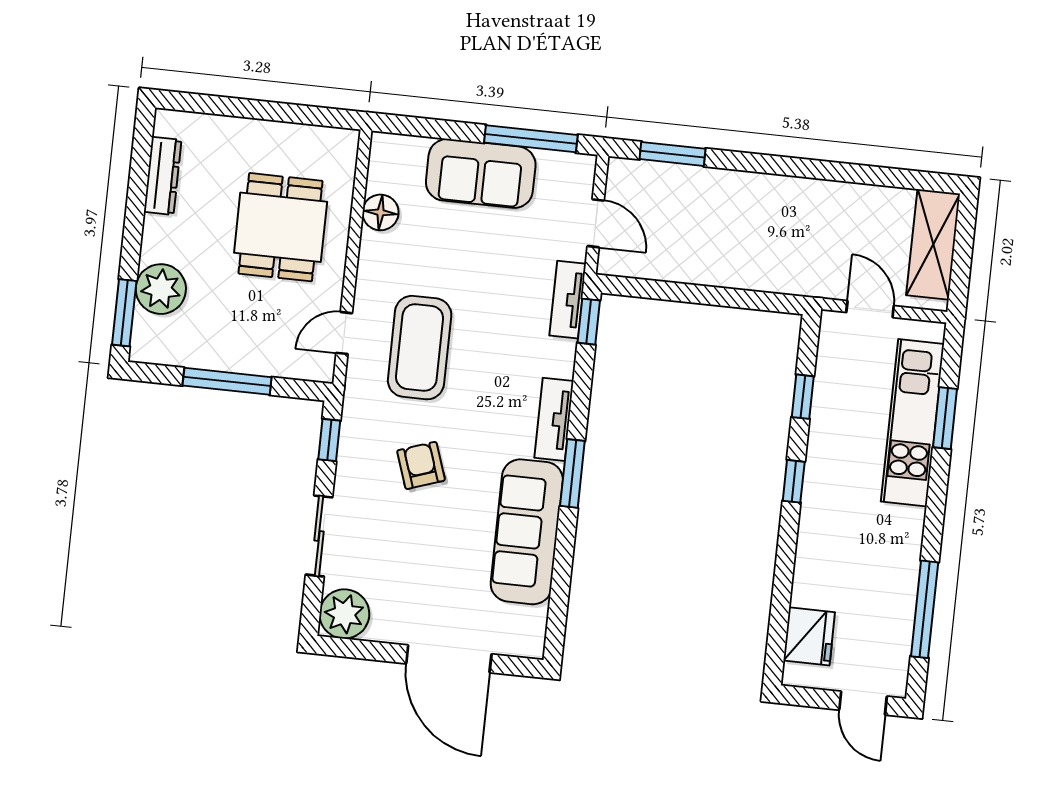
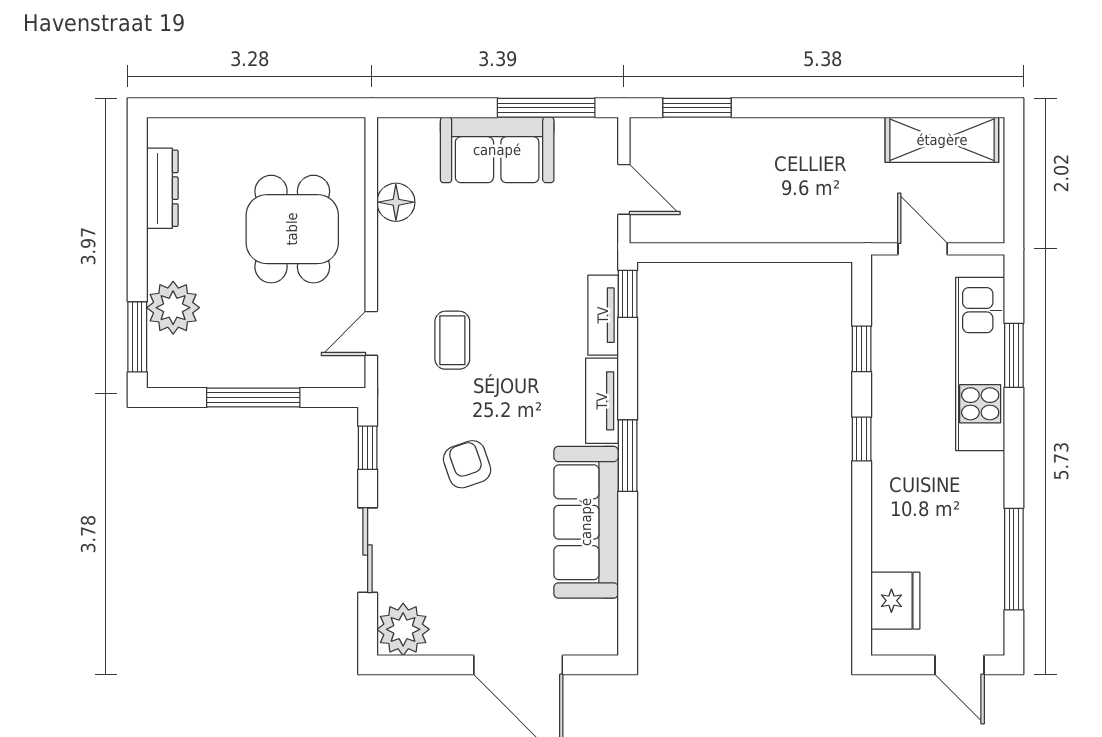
shelving: (933, 244) -> (942, 140), moved, turned 90
tv unit: (568, 300) -> (603, 315), moved
coffee table: (420, 348) -> (452, 340), width x0.54, depth x0.58

